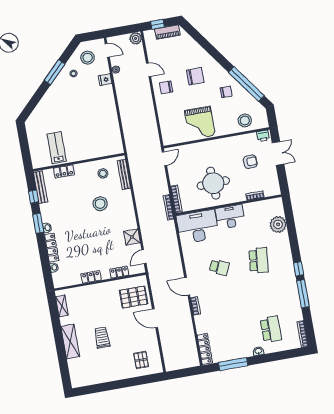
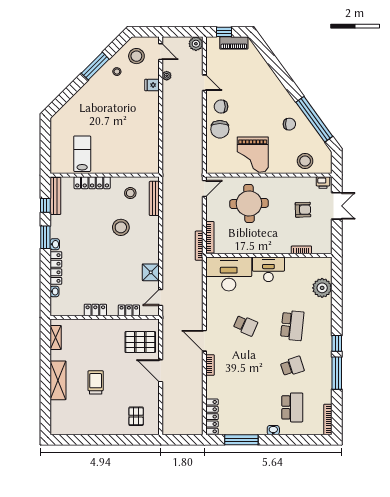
chair: (195, 76) -> (220, 129), moved, turned 90
locker: (64, 171) -> (92, 183), width x1.53
round table: (213, 183) -> (249, 203), moved
school desk: (265, 295) -> (292, 366), added

